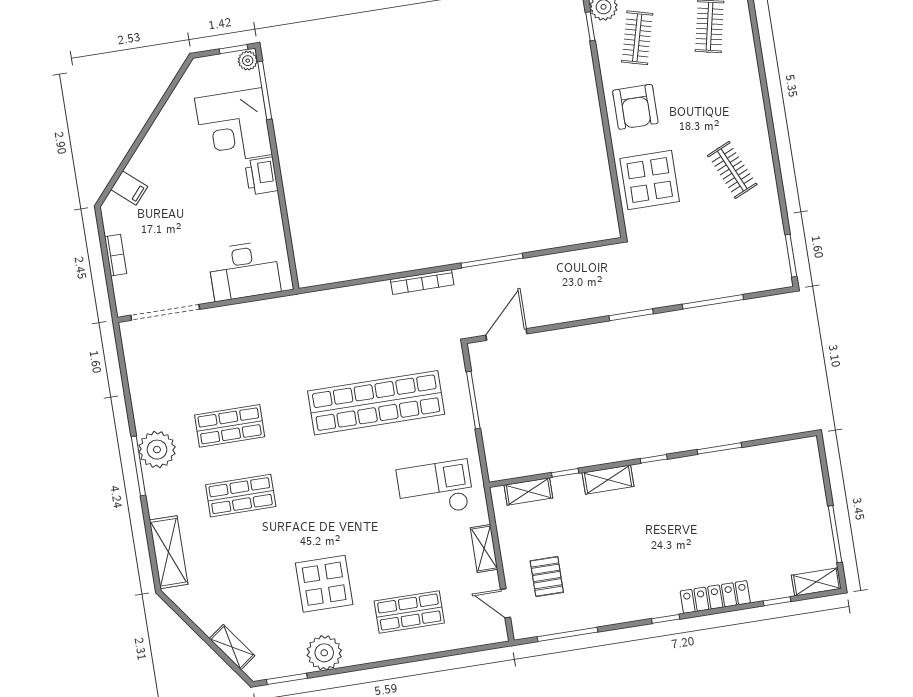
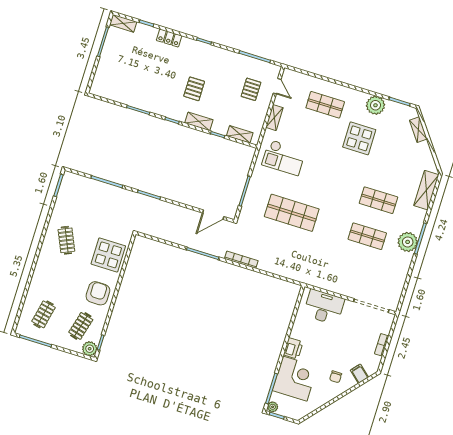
chair: (167, 163) -> (336, 377), added
shop shelf: (376, 403) -> (292, 213), width x0.71
pallet: (643, 530) -> (194, 89), added
locker: (715, 597) -> (169, 38), width x0.66

